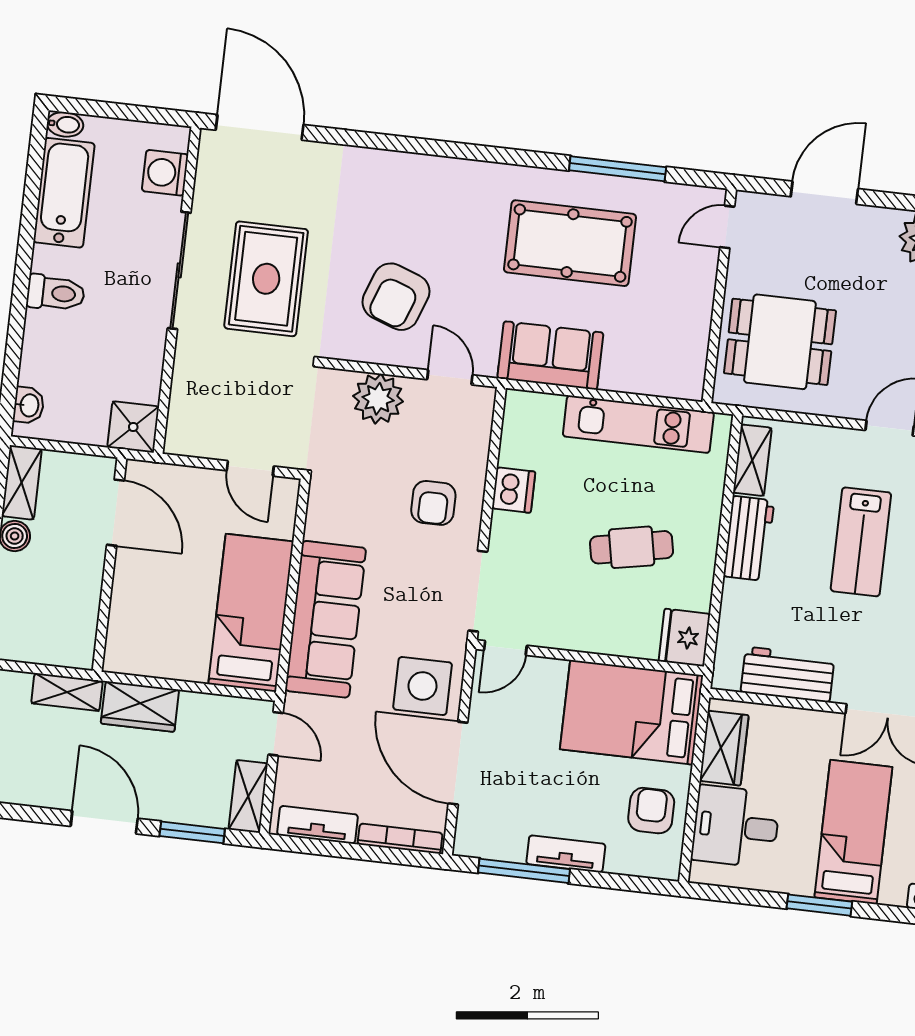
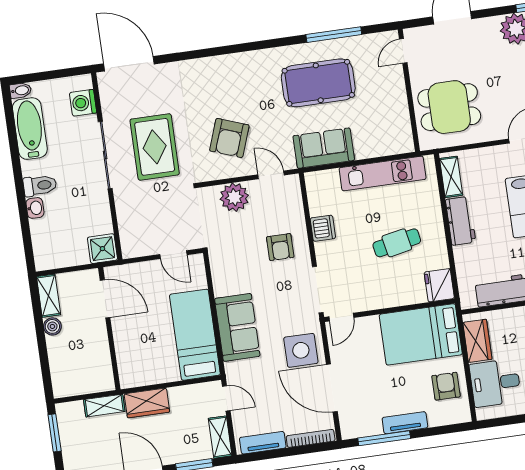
washbasin: (29, 405) -> (35, 208), moved
sofa: (326, 619) -> (237, 327), width x0.73

